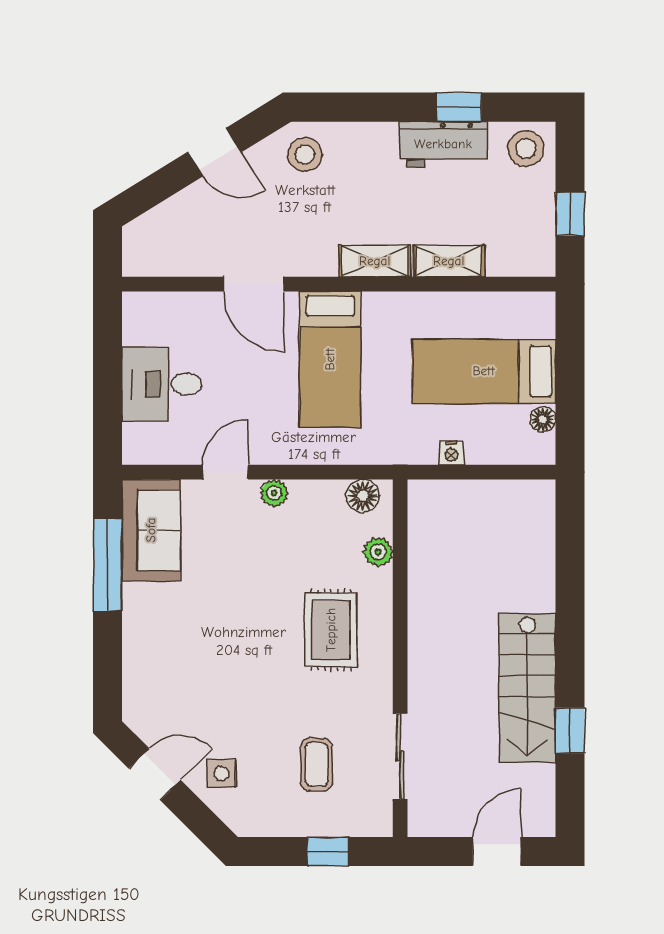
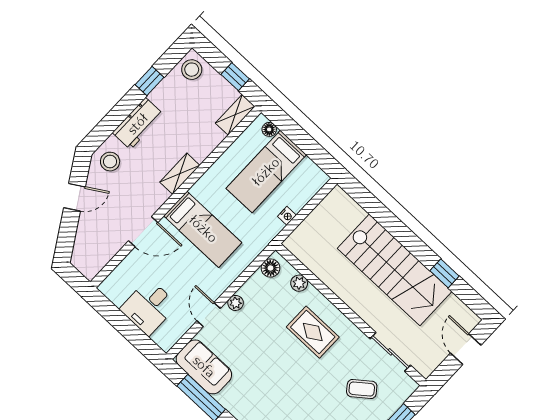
workbench: (443, 144) -> (138, 124), moved
shelving: (449, 261) -> (235, 115), moved
floor lamp: (543, 419) -> (269, 129), moved
stairs: (527, 688) -> (395, 270), width x1.36, depth x1.51
coffee table: (317, 764) -> (362, 389), turned -38

